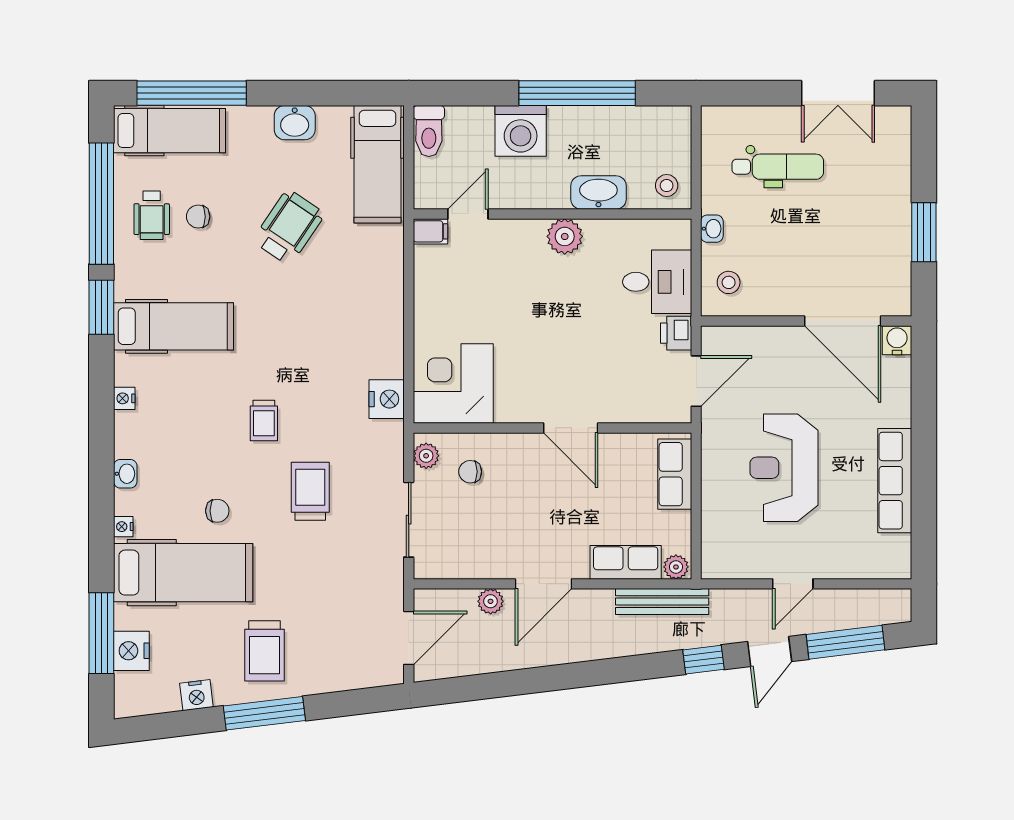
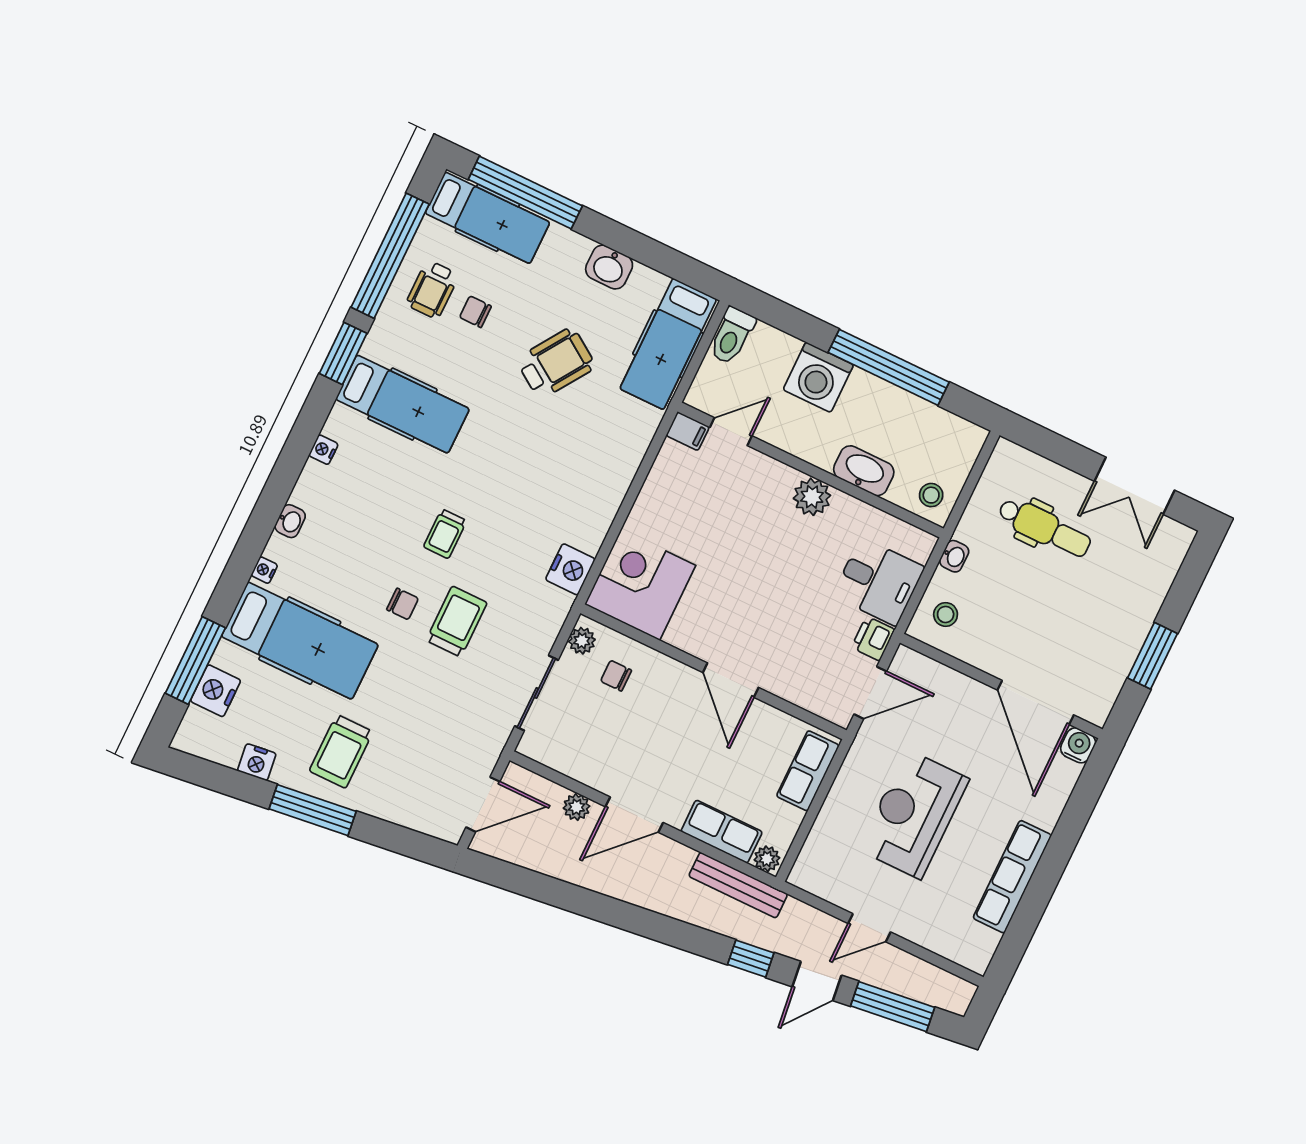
chair: (217, 511) -> (403, 604), moved

